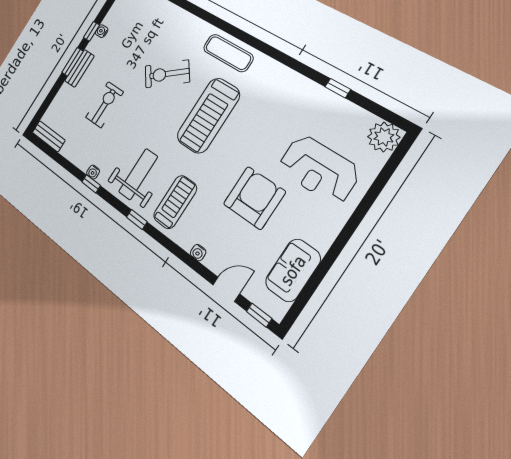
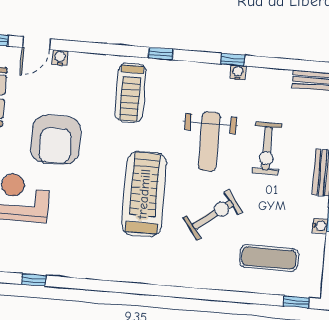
exercise mat: (228, 53) -> (269, 258), moved
weight bench: (138, 174) -> (209, 141), moved
water cooler: (198, 253) -> (60, 58), moved

